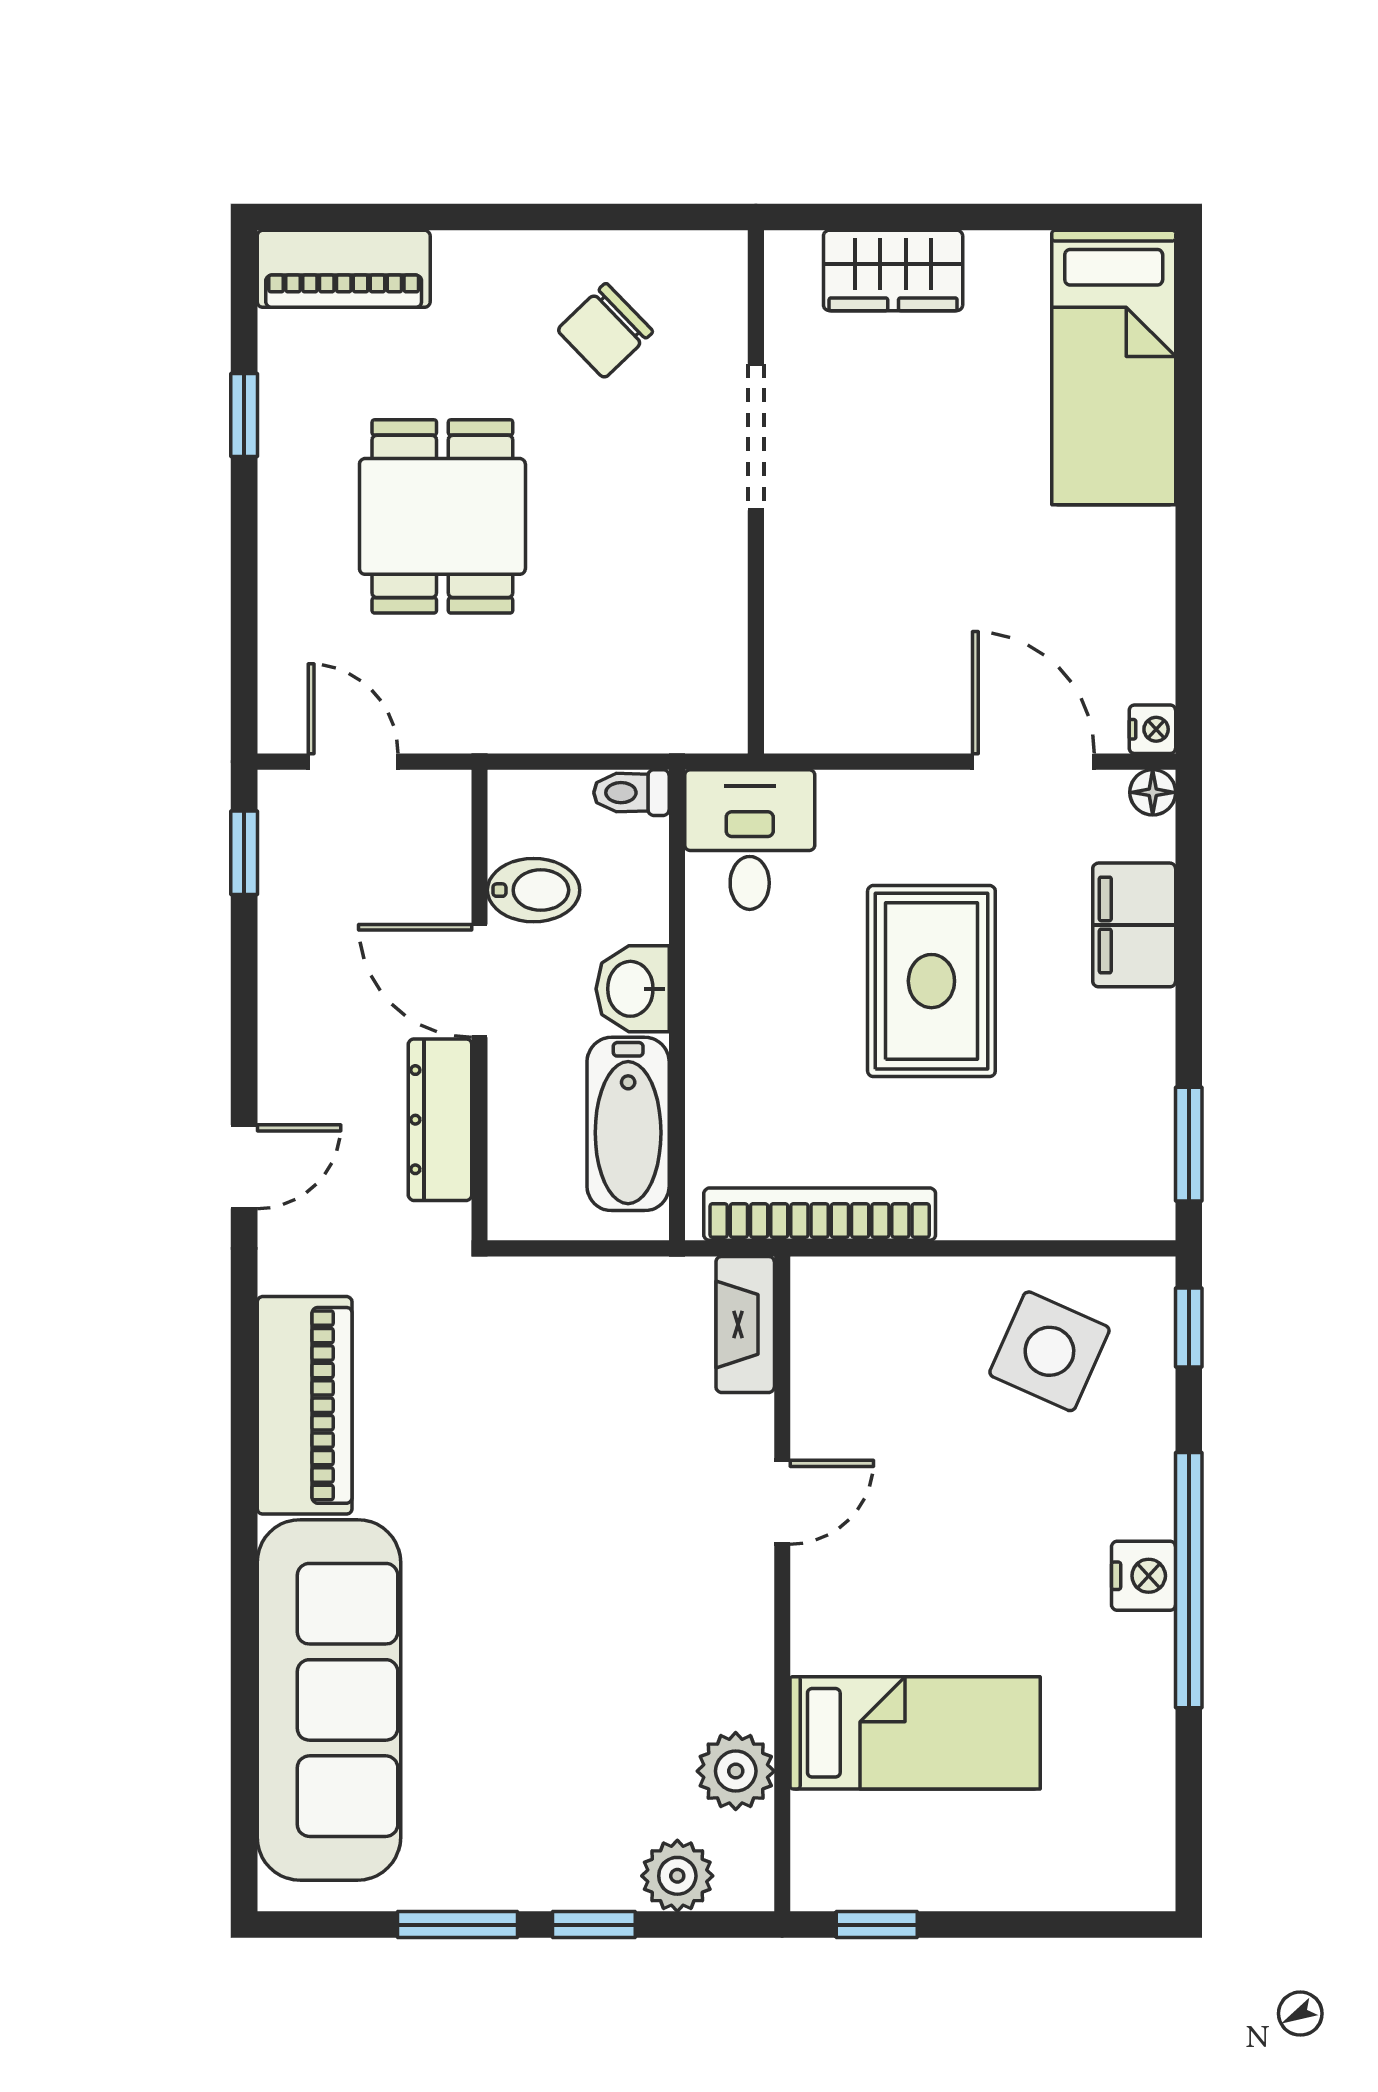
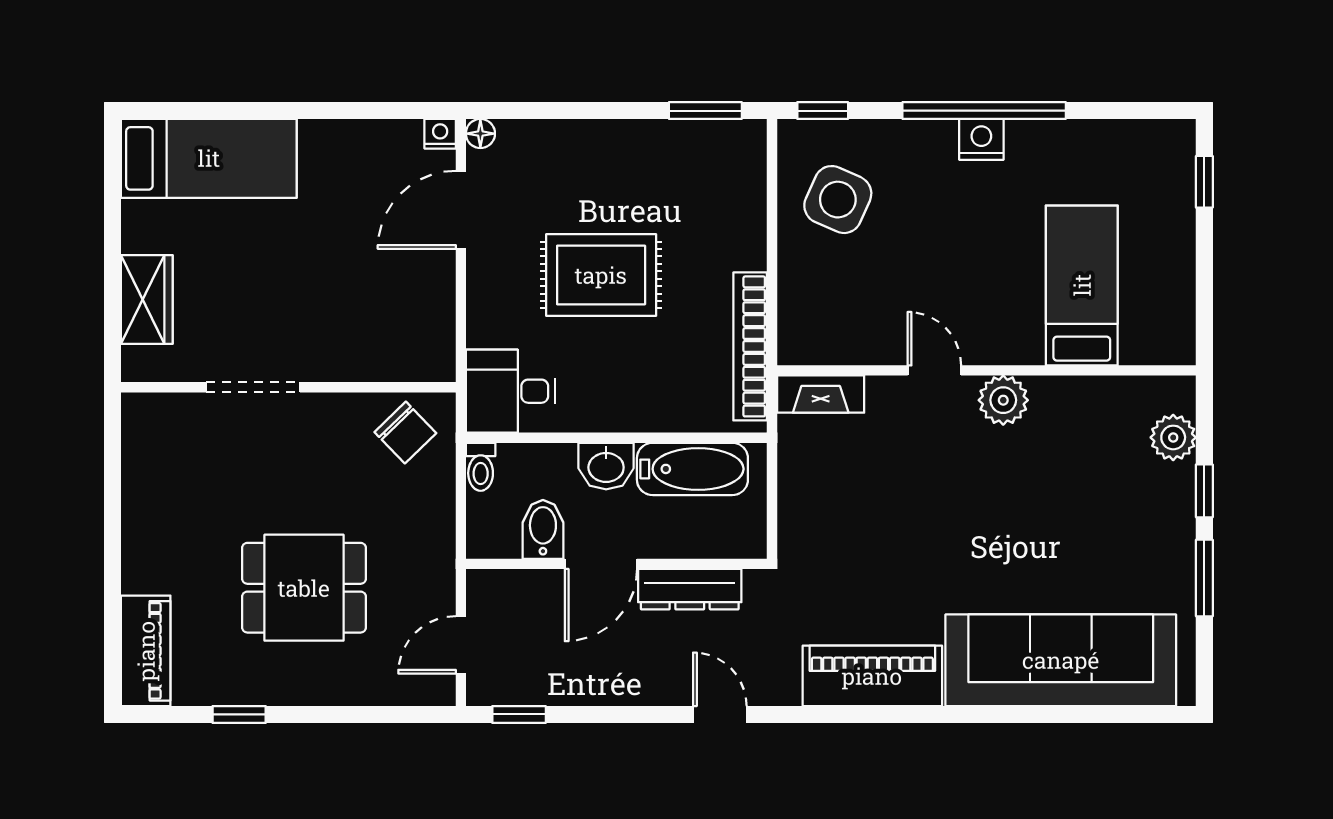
chair: (605, 331) -> (405, 433), moved
filing cabinet: (1134, 925) -> (565, 145), removed
plant: (736, 1771) -> (1003, 400), moved
window: (877, 1925) -> (1204, 182), moved

